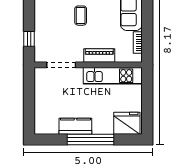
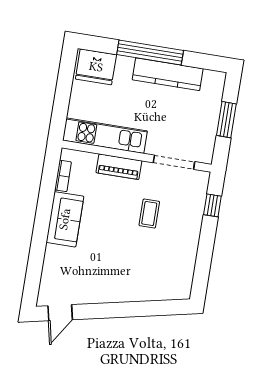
coffee table: (81, 16) -> (149, 214), moved
window: (29, 101) -> (226, 120), added
kitchen counter: (75, 126) -> (168, 74), width x1.50

